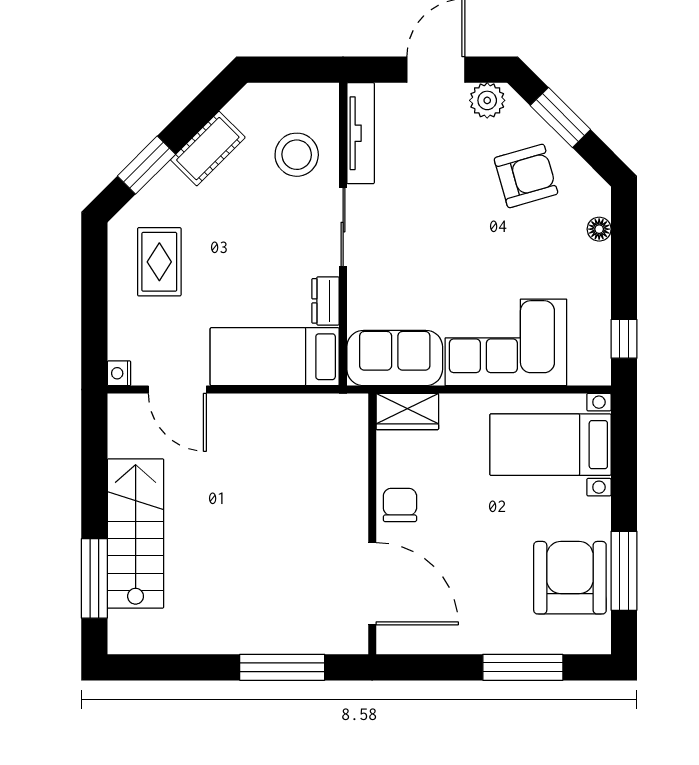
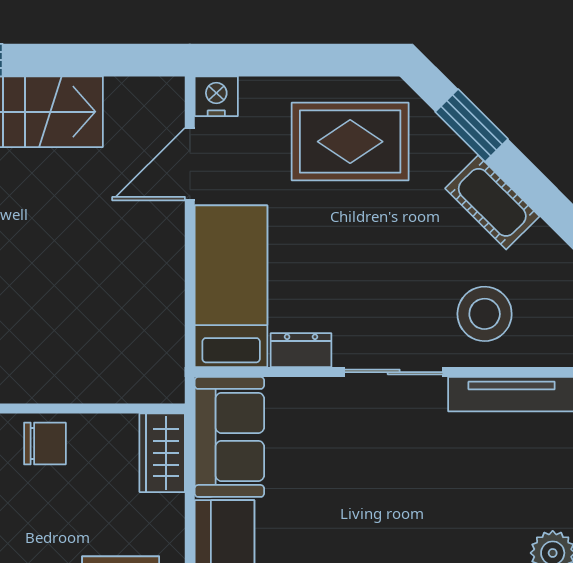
rug: (159, 262) -> (350, 142), width x1.36, depth x1.43
nightstand: (119, 373) -> (216, 96), width x1.39, depth x1.35

